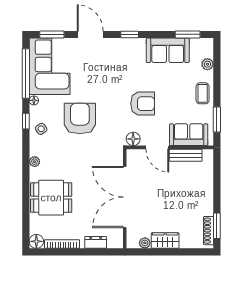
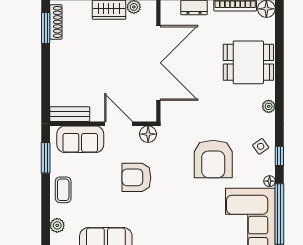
bench: (186, 155) -> (70, 114), moved

